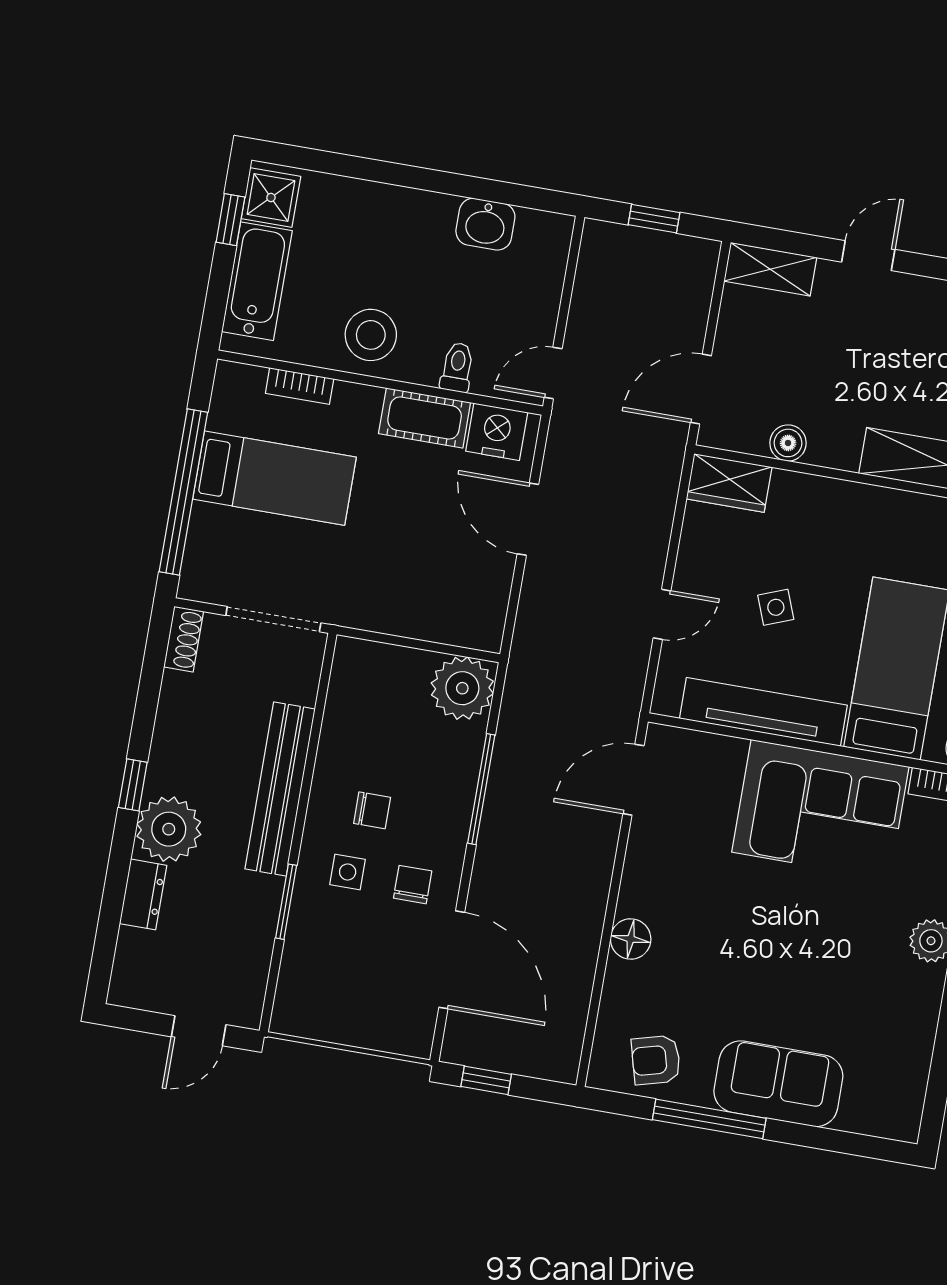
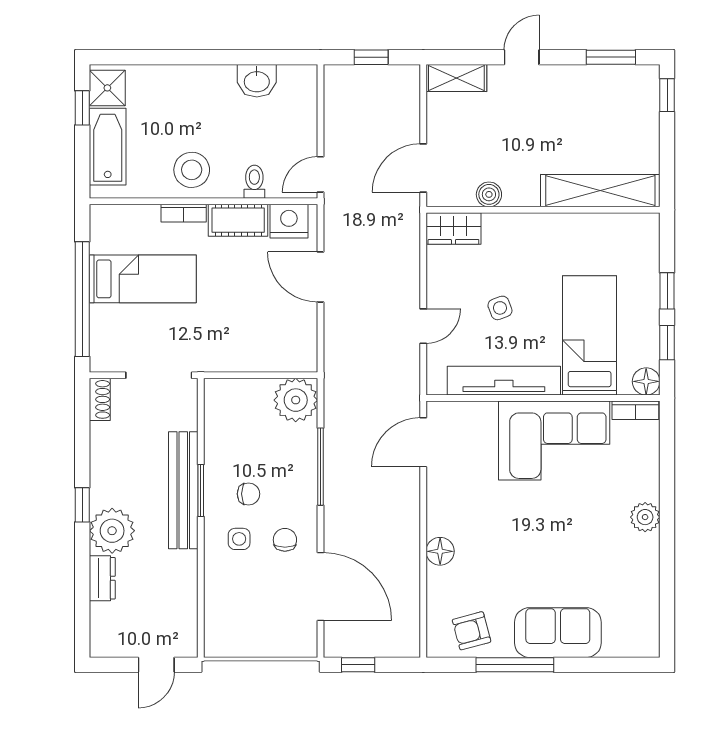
bookcase: (300, 386) -> (184, 213), moved
window: (286, 902) -> (201, 490), moved

